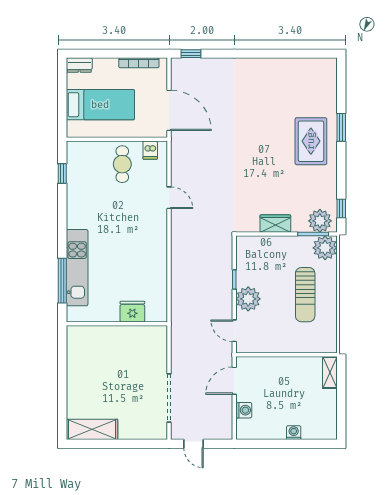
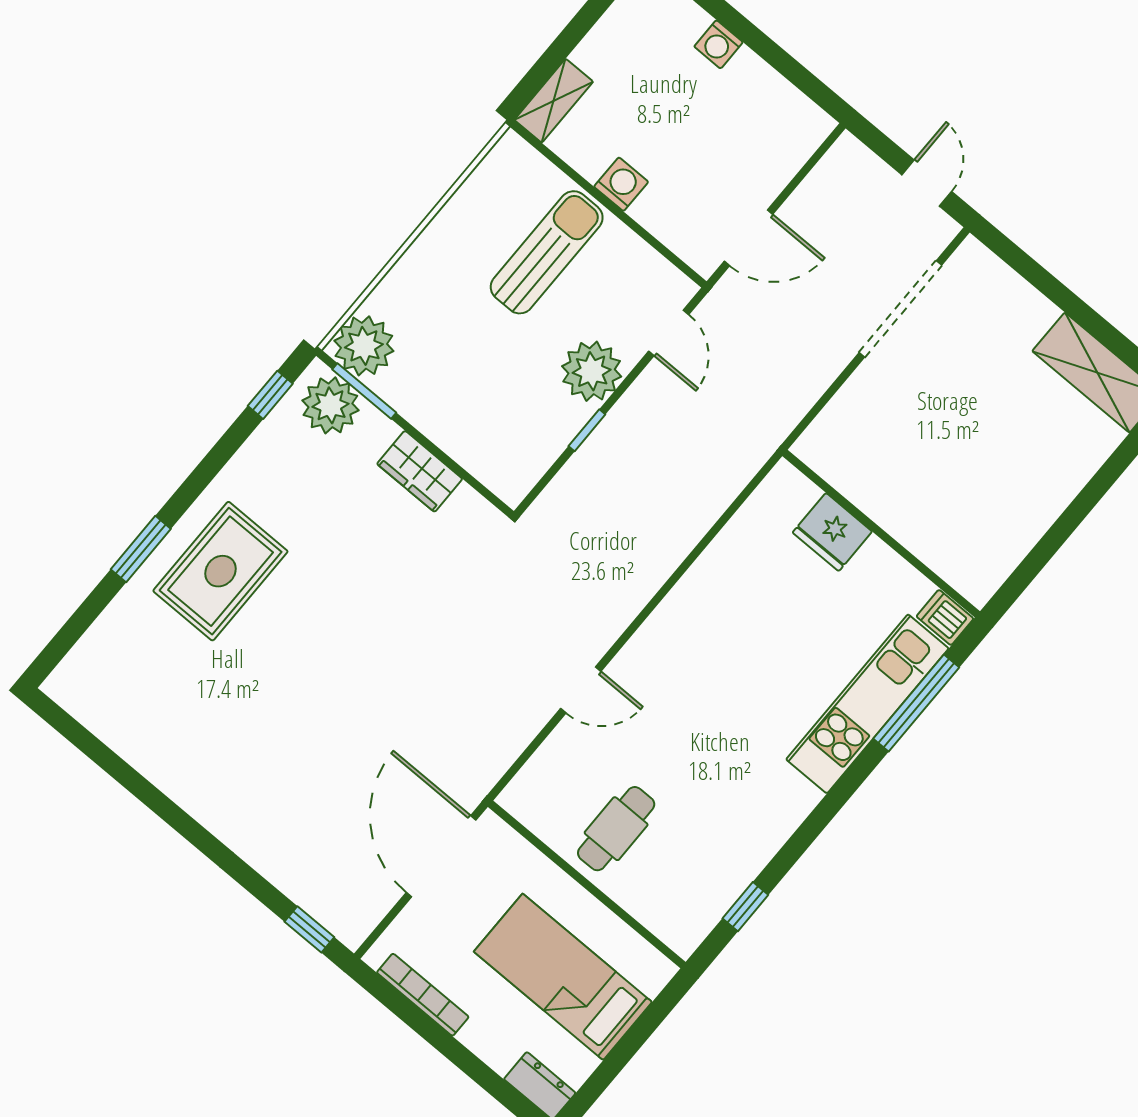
dishwasher: (150, 150) -> (945, 617), moved, turned -90
door: (169, 198) -> (581, 690), swing flipped
sun lounger: (305, 295) -> (547, 252), moved
washing machine: (244, 410) -> (621, 184), moved, turned 90

